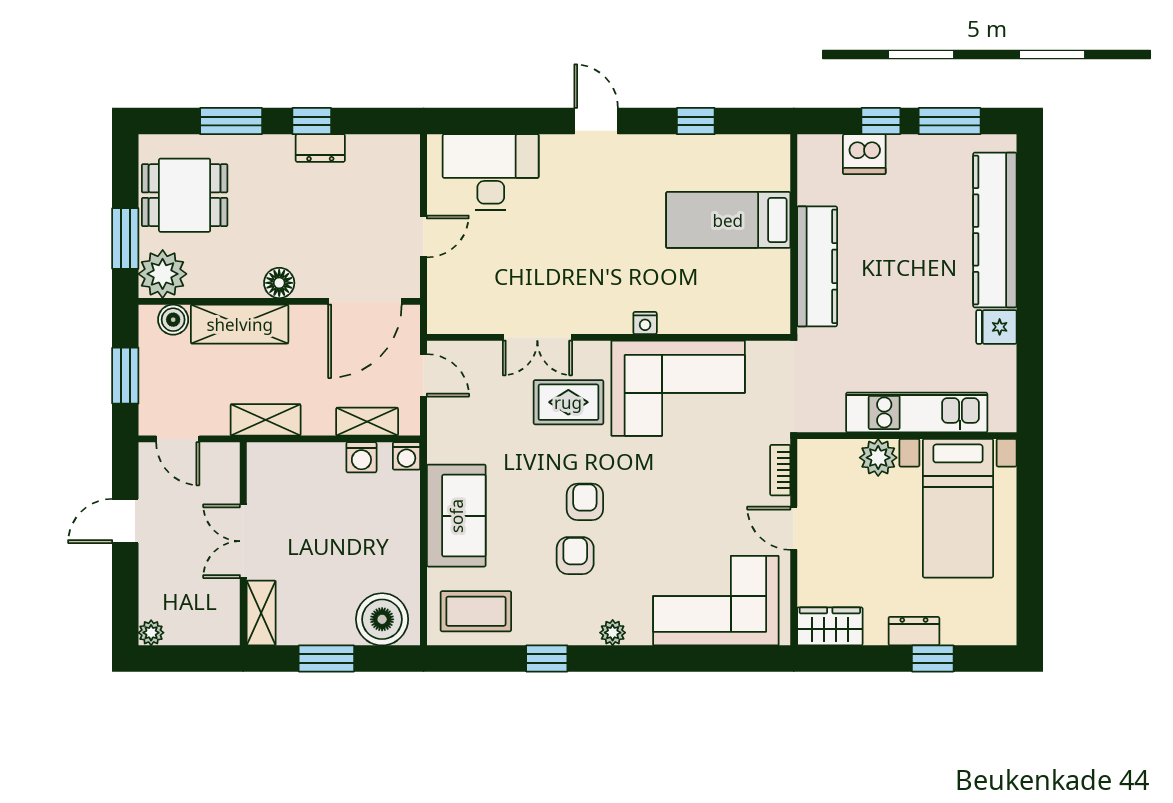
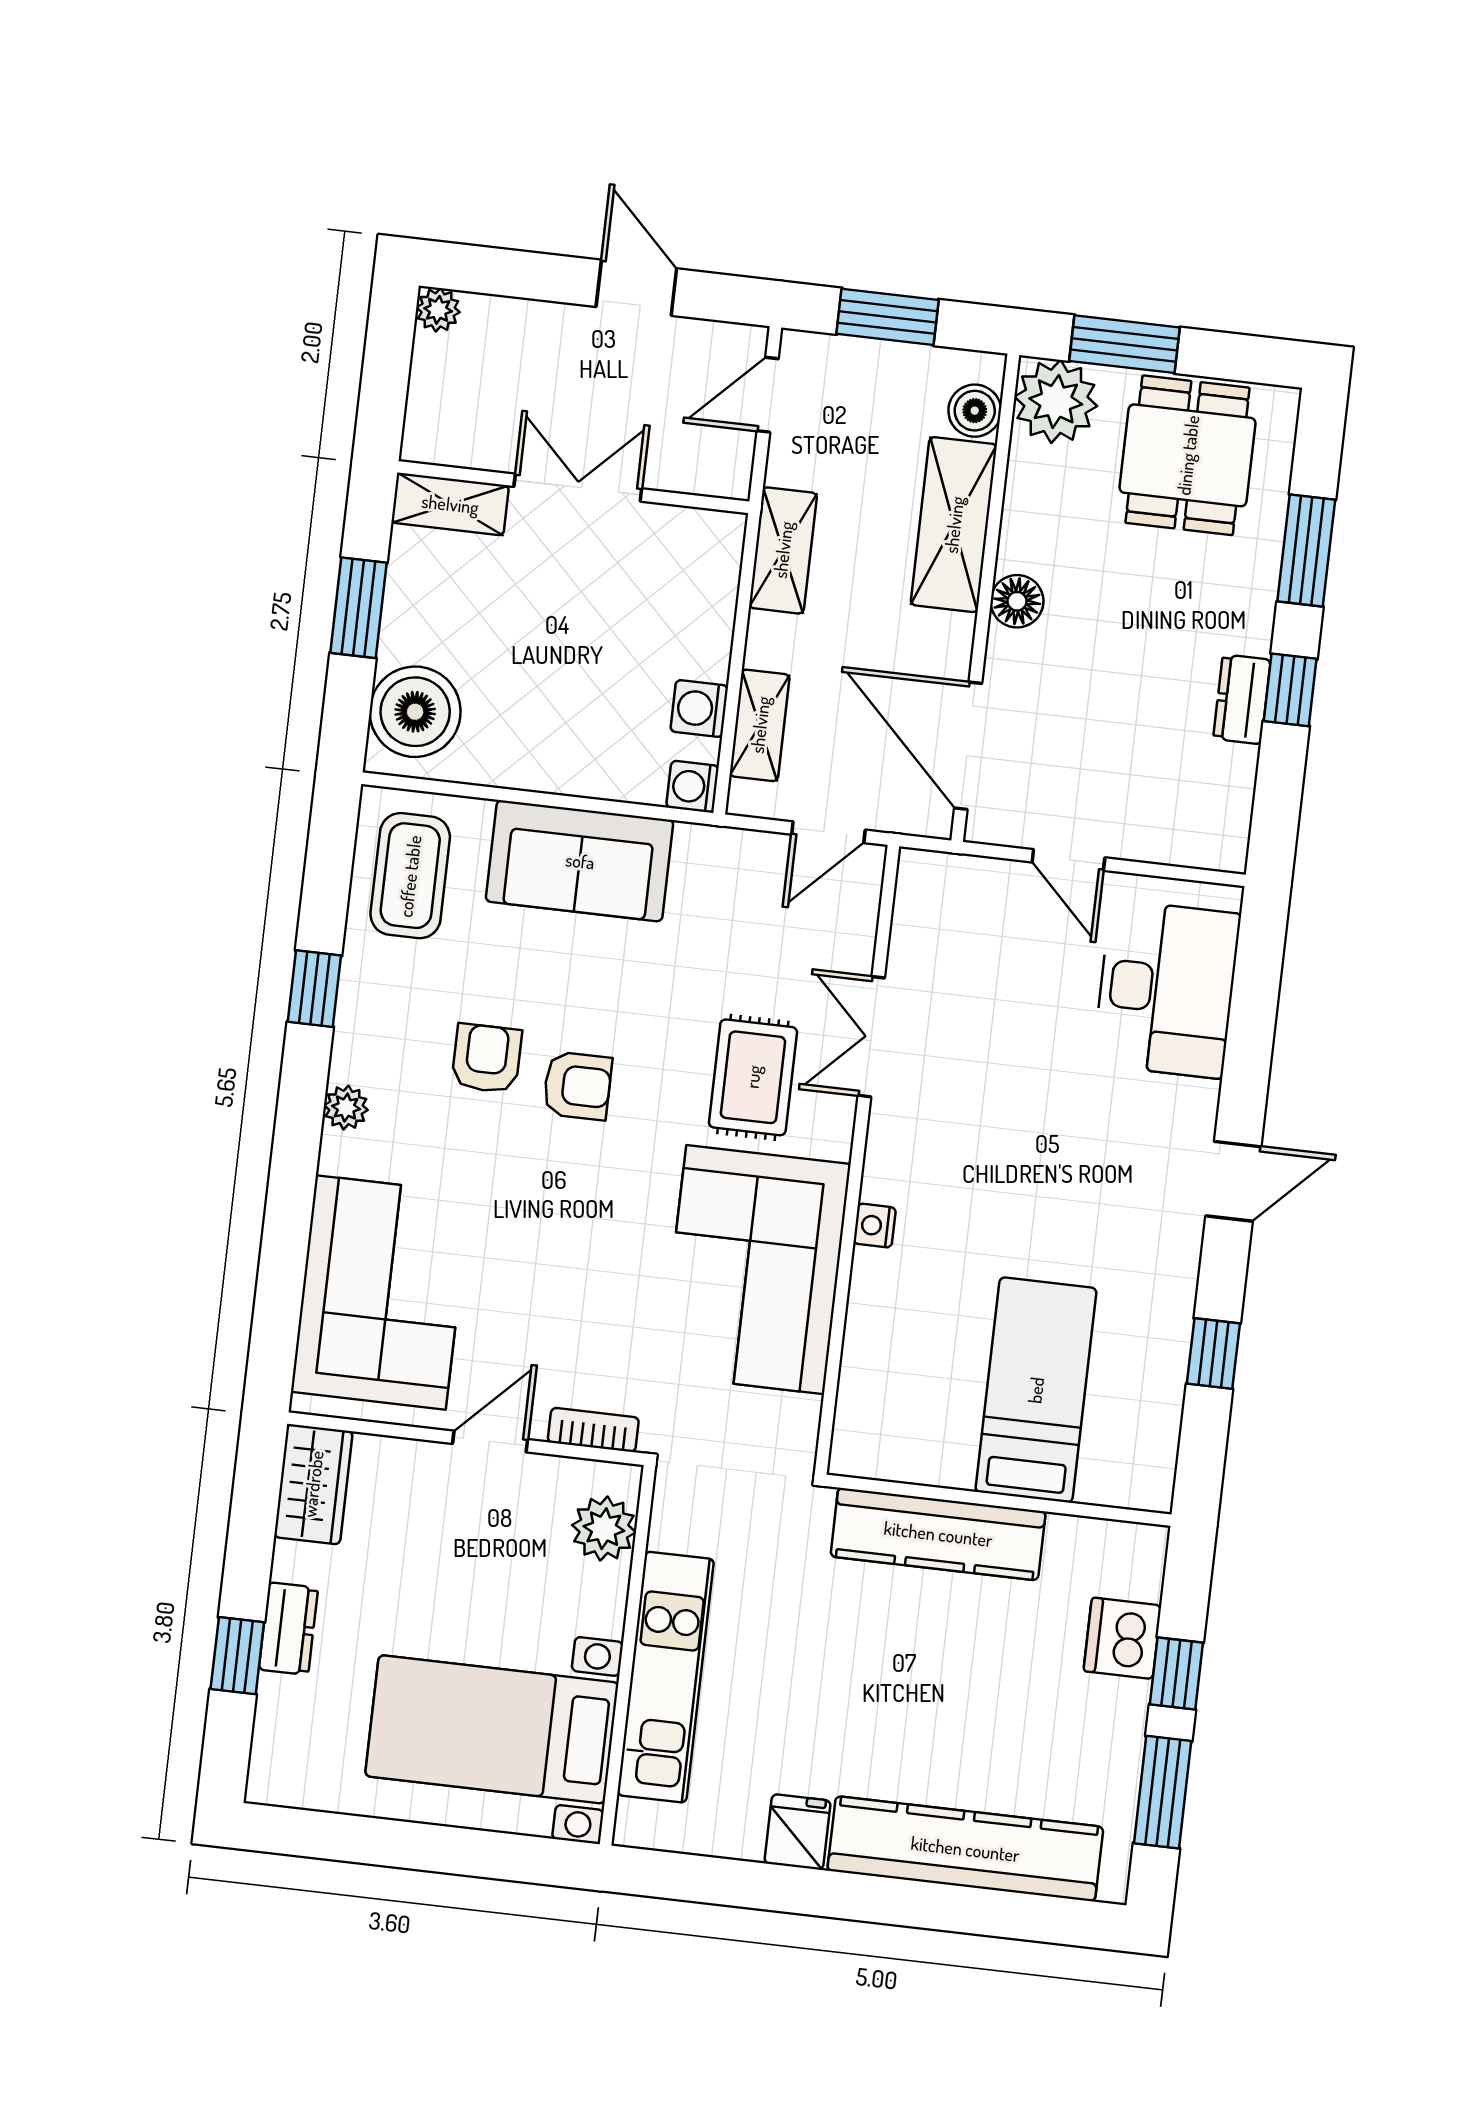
plant: (878, 458) -> (604, 1529), moved
armchair: (575, 556) -> (487, 1058), turned -90

